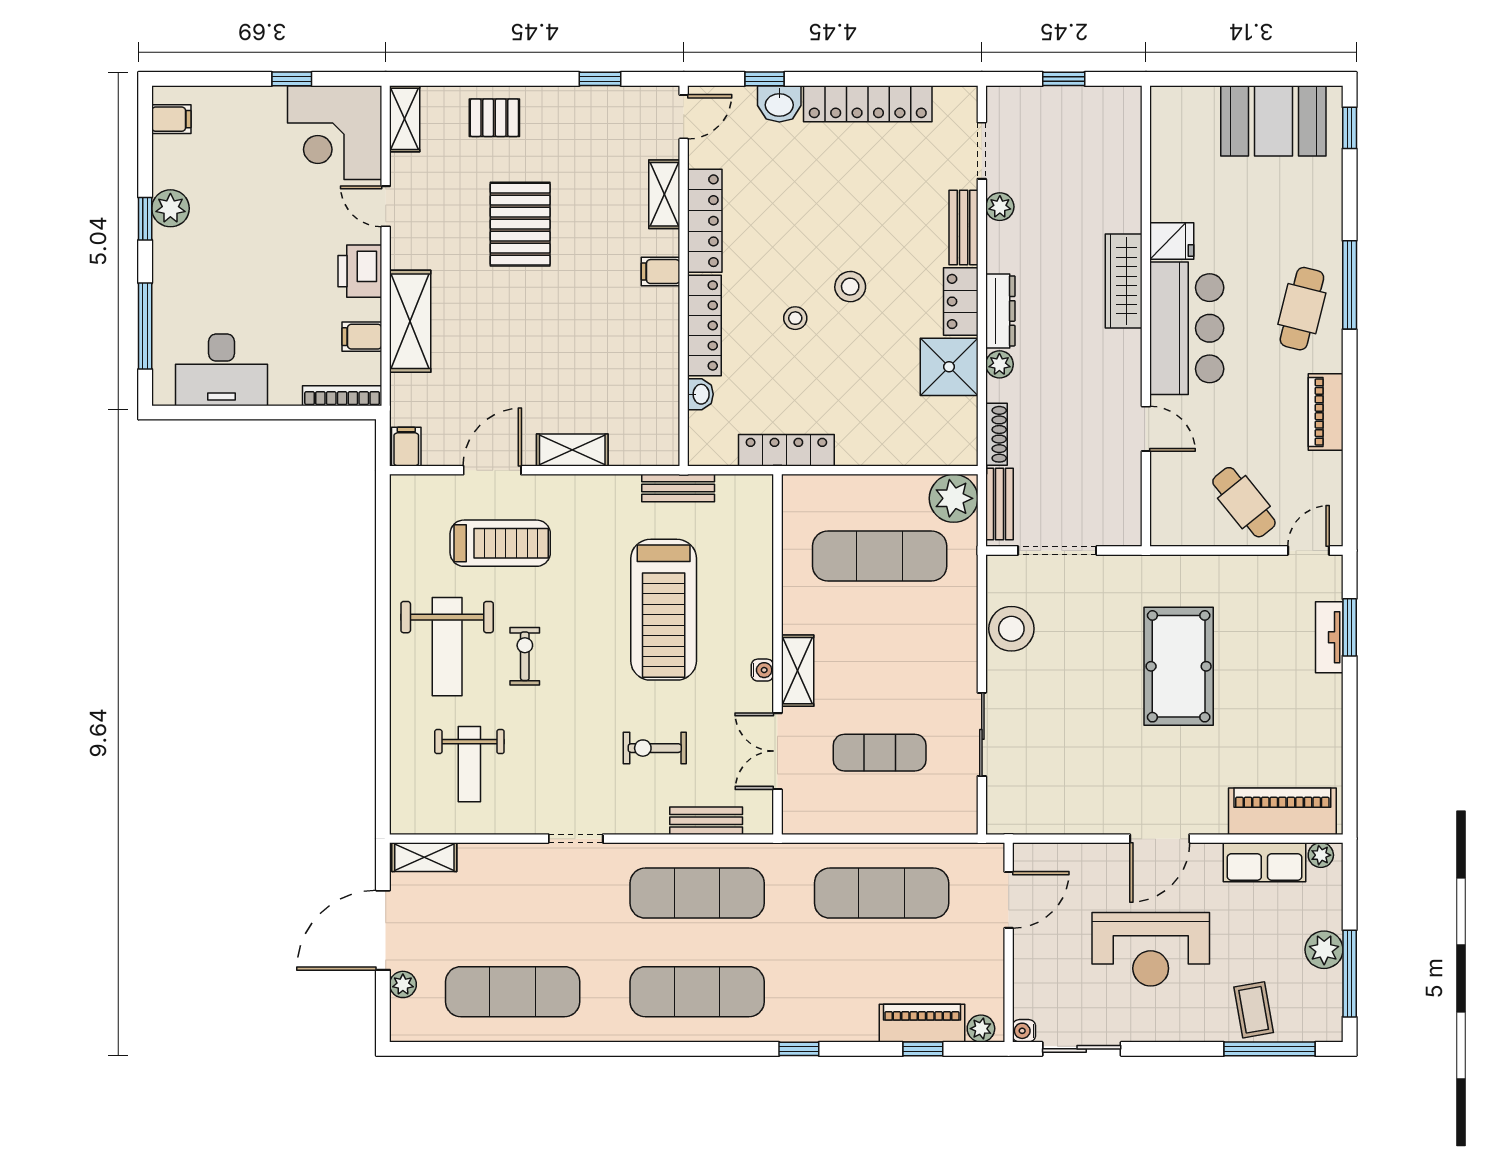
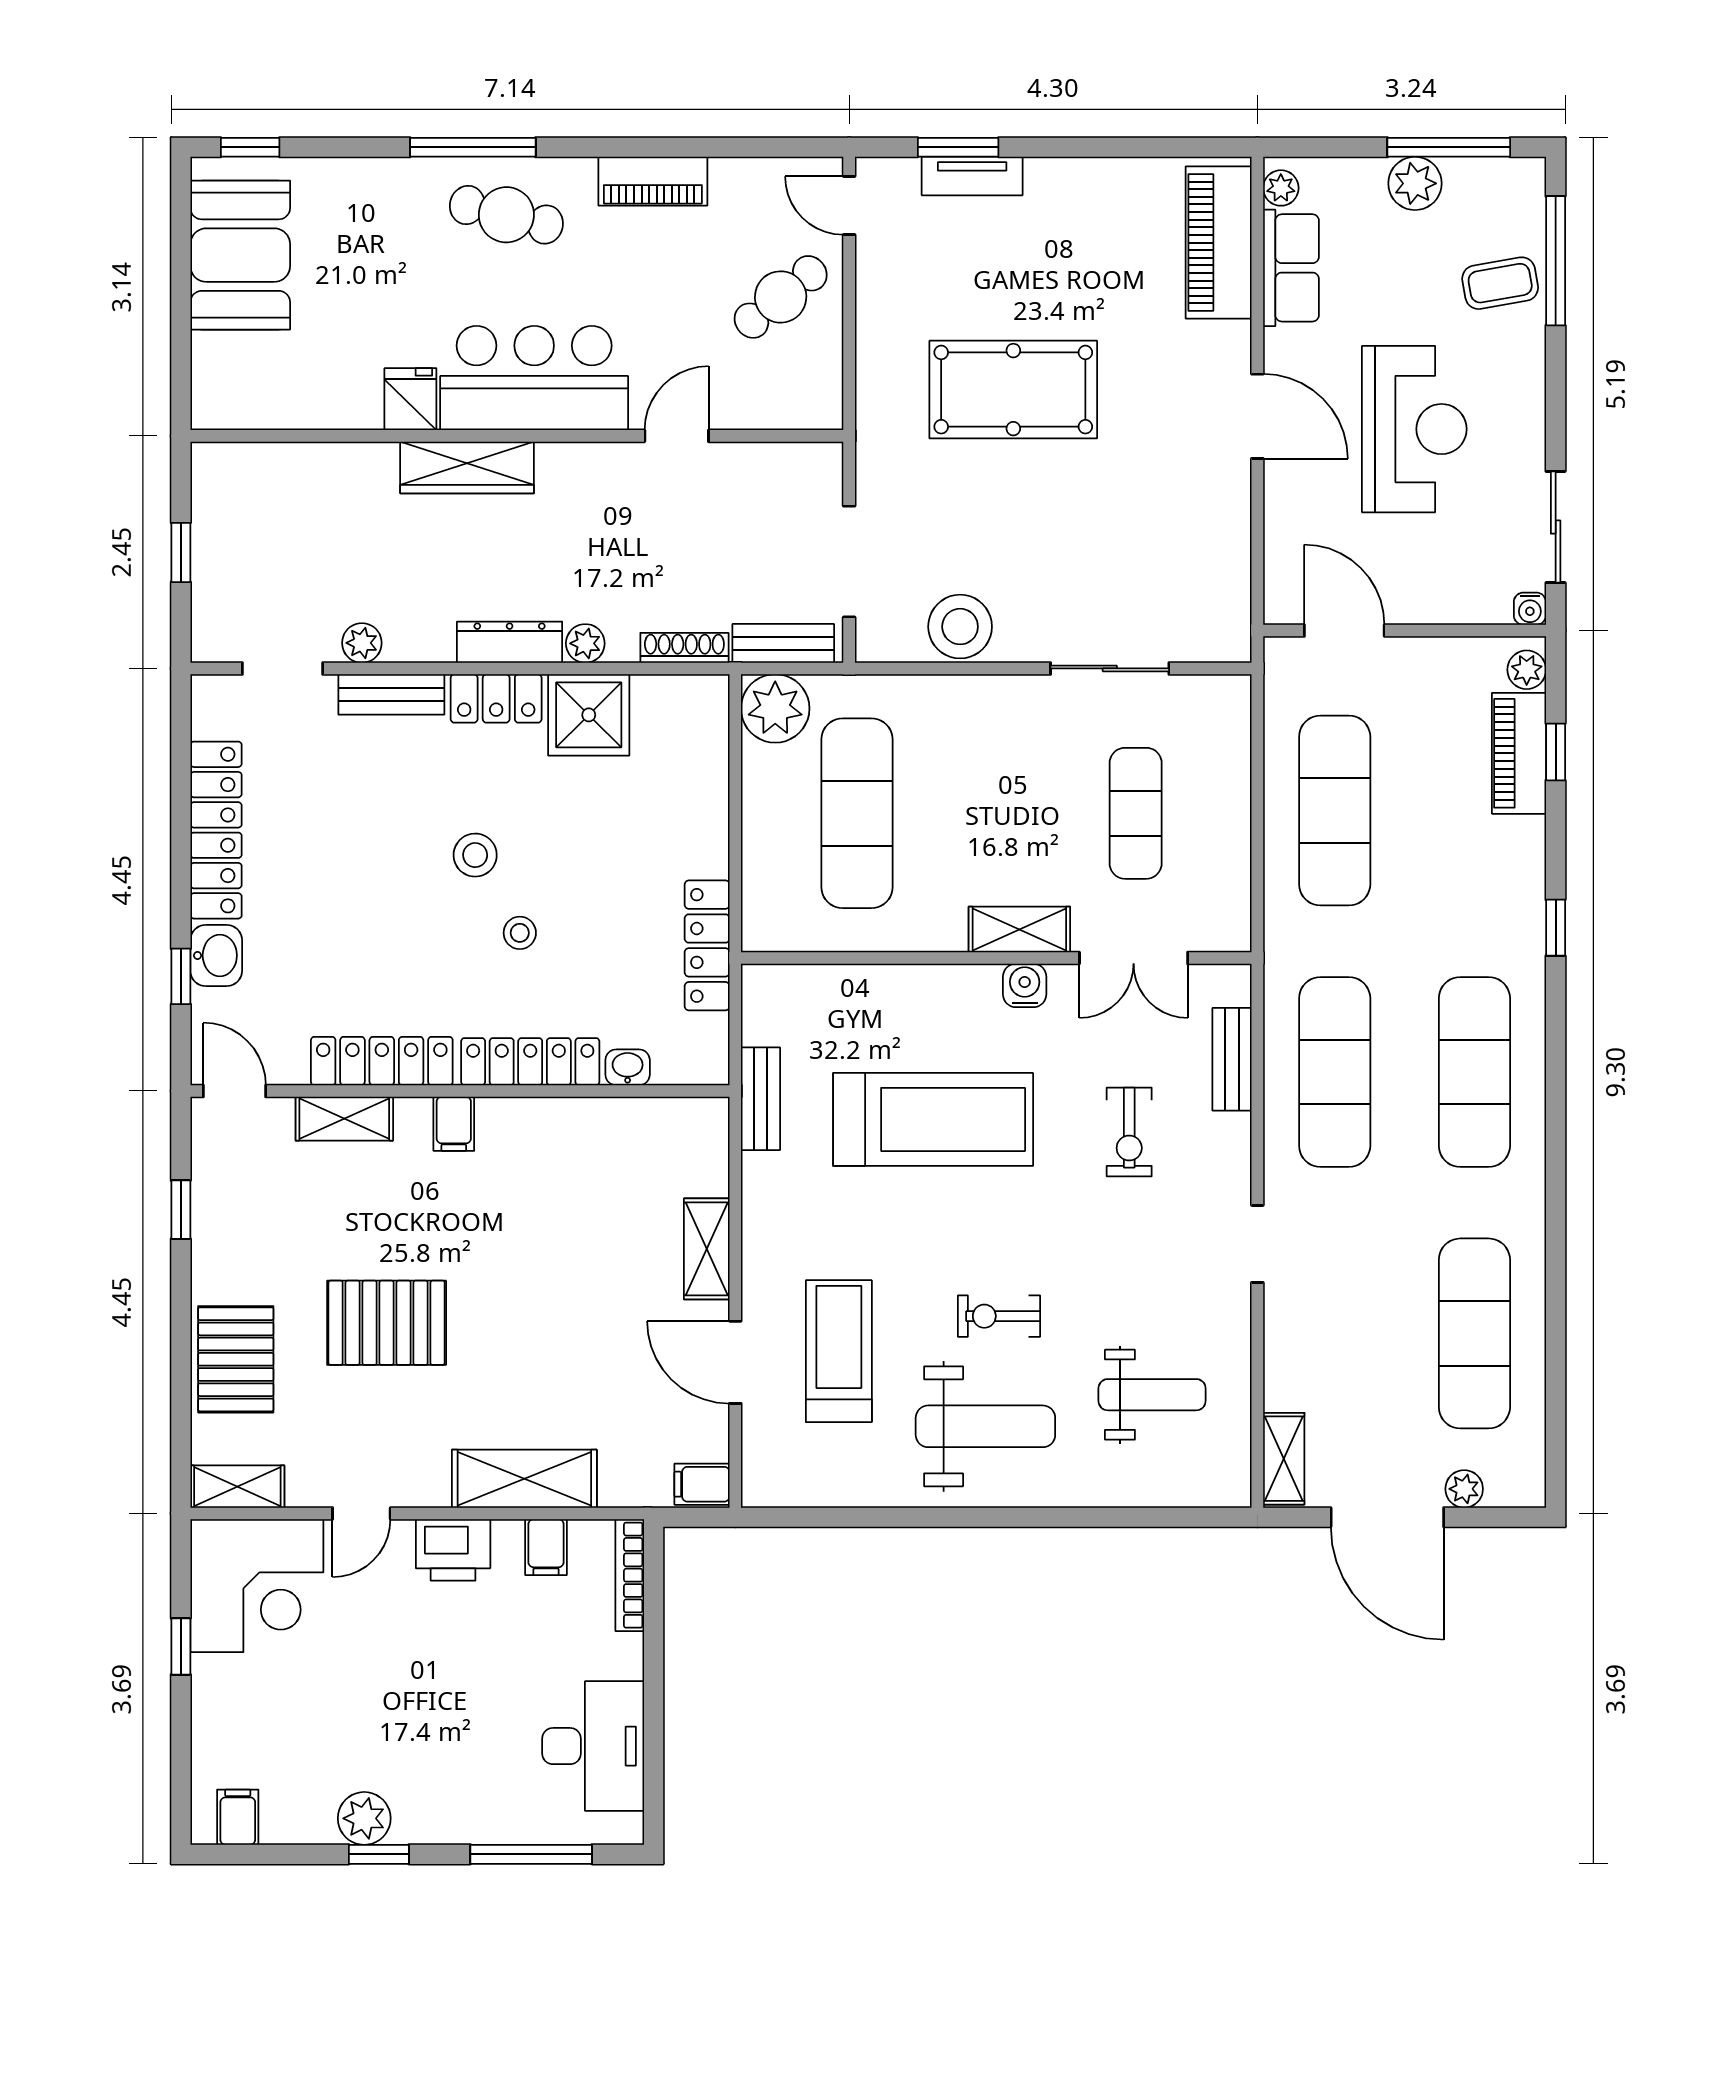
pallet: (494, 118) -> (236, 1359), width x1.50, depth x1.42
water cooler: (762, 670) -> (1025, 985), width x1.38, depth x1.38

